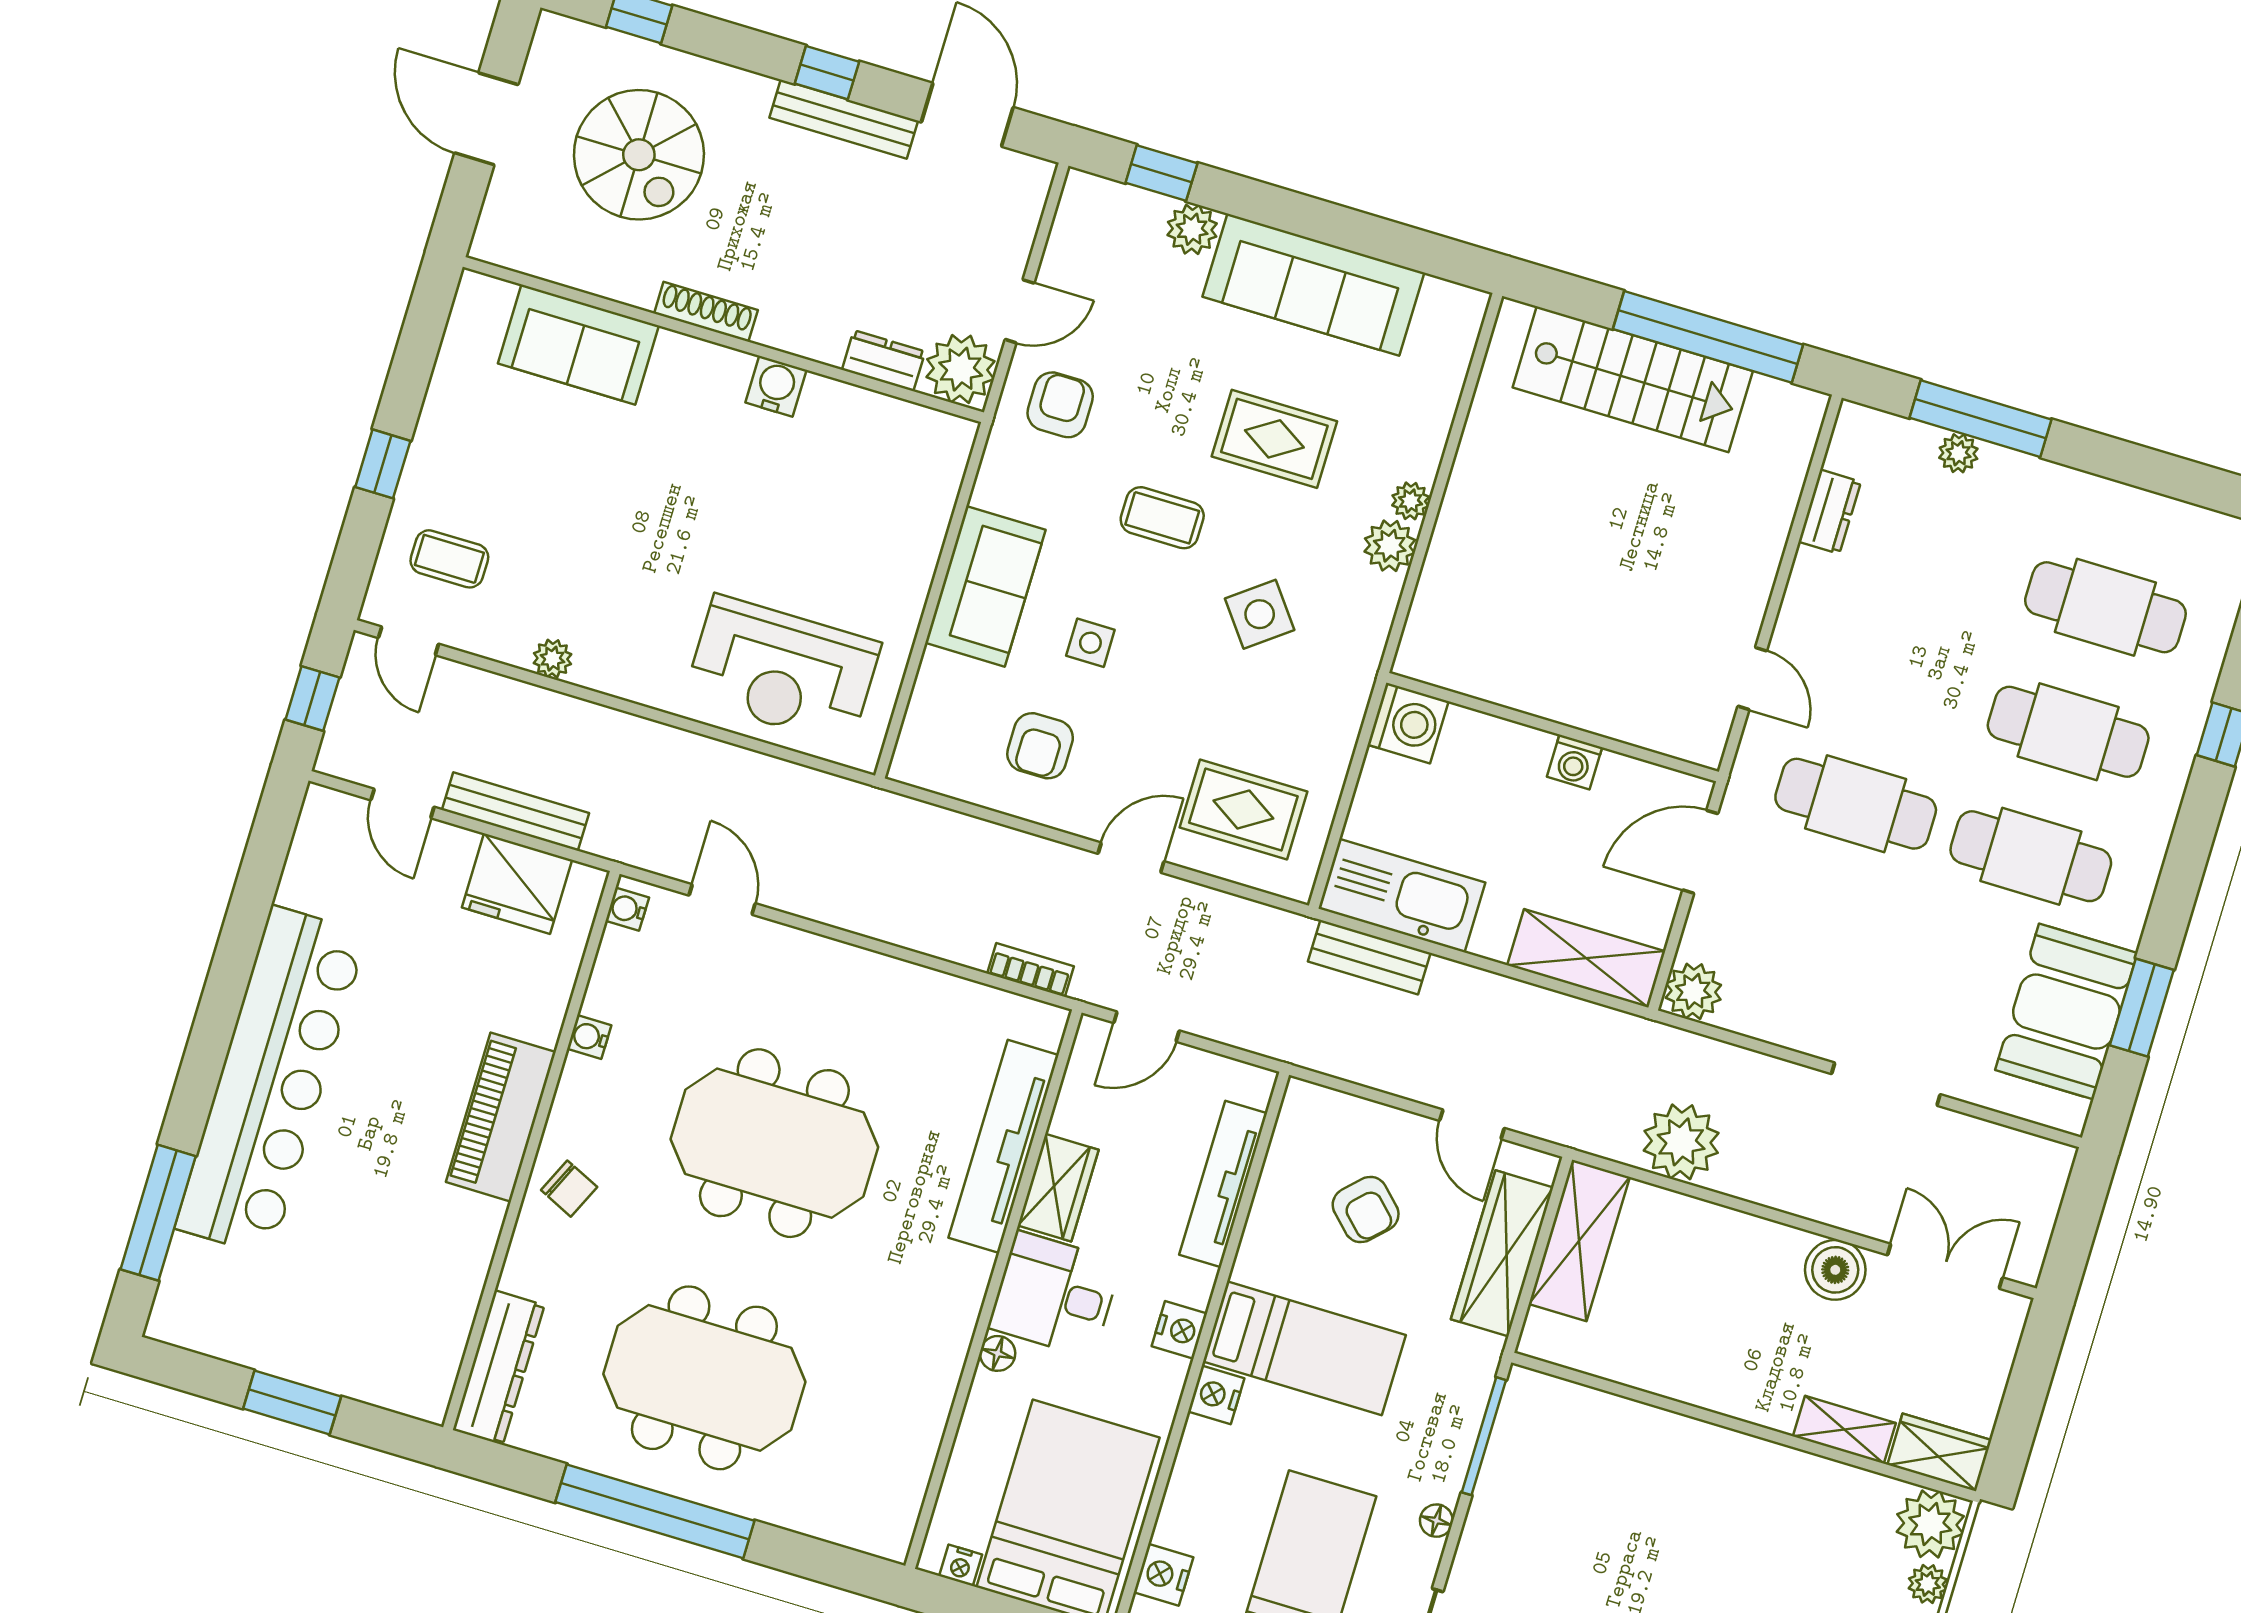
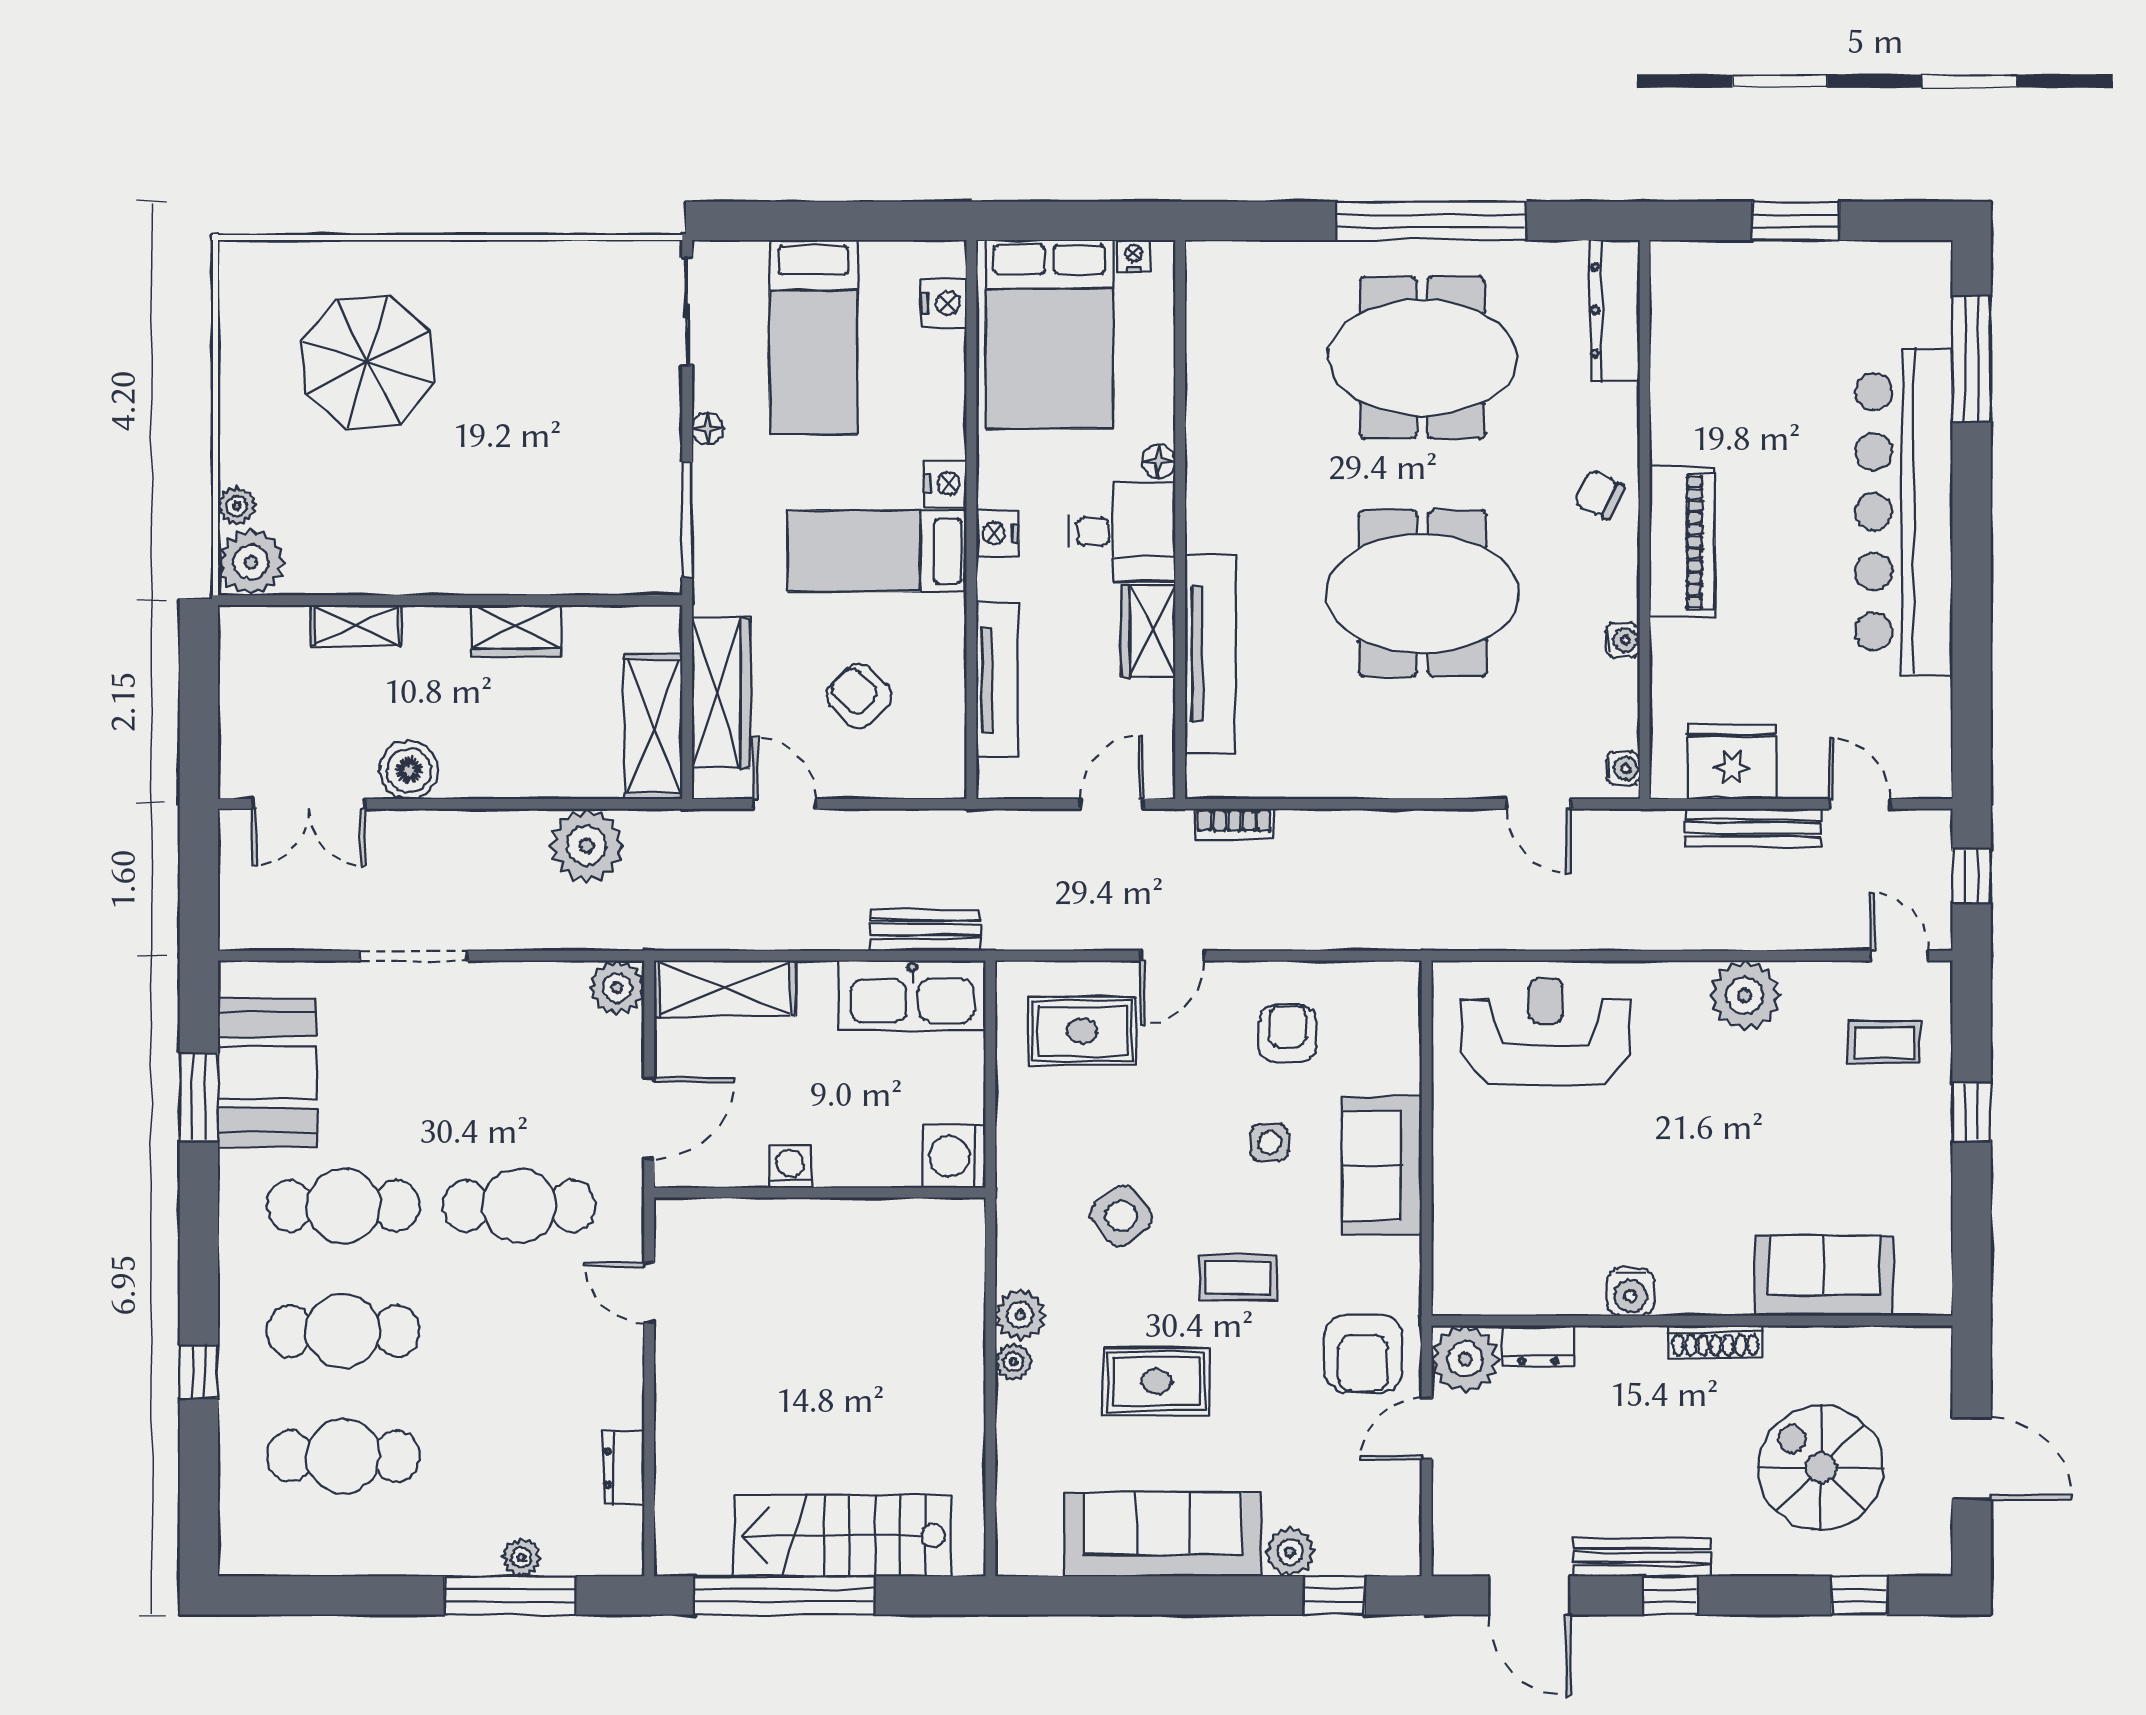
armchair: (1060, 405) -> (1363, 1354), width x1.38, depth x1.38
plant: (552, 659) -> (1745, 995), width x1.88, depth x1.88
wardrobe: (1939, 1452) -> (516, 631), moved

